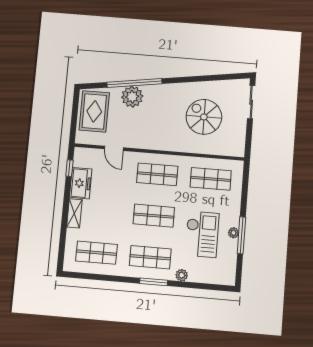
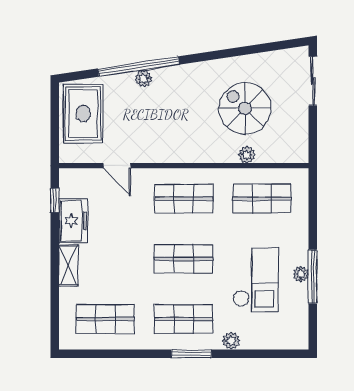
plant: (132, 97) -> (143, 79), width x0.53, depth x0.53
plant: (203, 148) -> (247, 155), added

